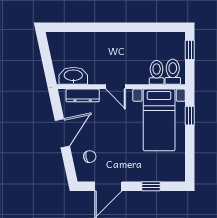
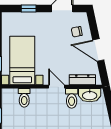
toilet: (173, 72) -> (72, 98), moved
door: (62, 133) -> (98, 50), hinge flipped

